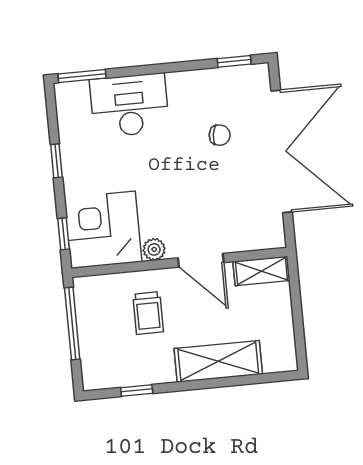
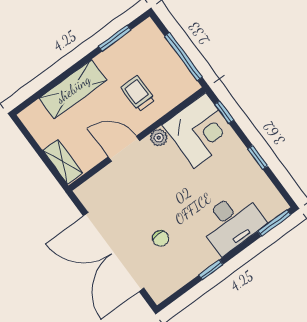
window: (234, 61) -> (211, 270), moved
chair: (220, 135) -> (161, 238), turned -99
shelving: (261, 271) -> (63, 162), moved, turned 90
window: (137, 390) -> (115, 38), width x1.50

